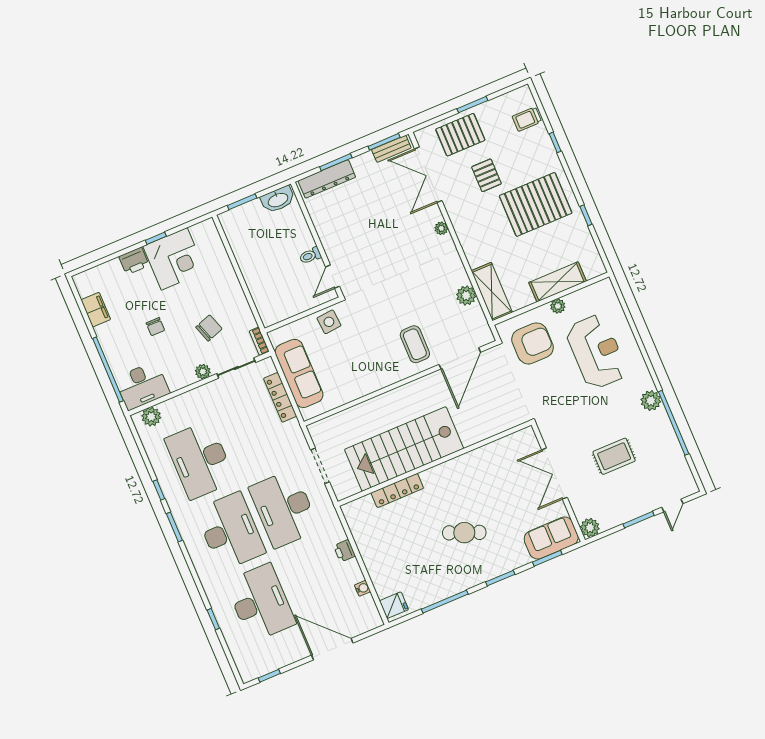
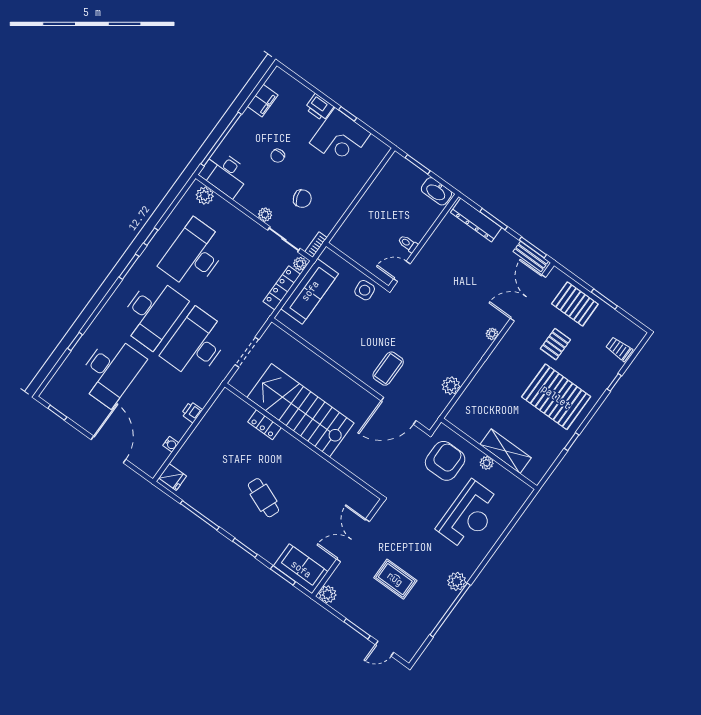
shelving: (492, 292) -> (466, 404), removed
armchair: (532, 343) -> (445, 461), turned -90
plant: (268, 367) -> (300, 264), added
locker: (397, 490) -> (265, 425), width x0.66

